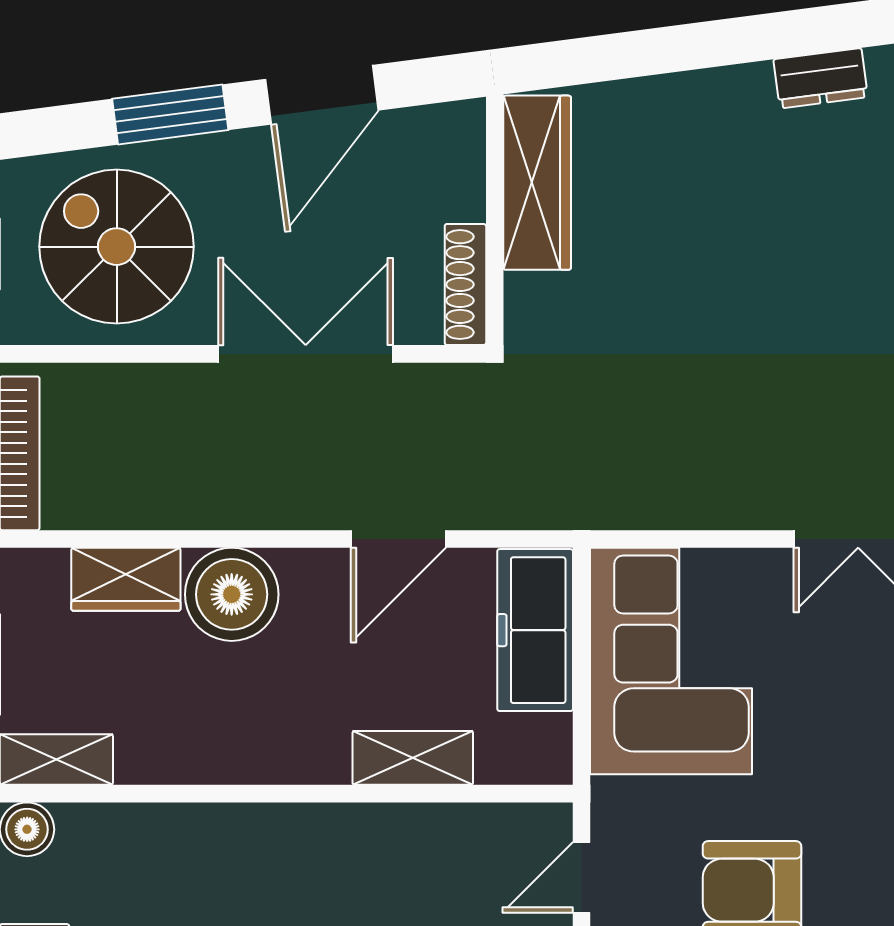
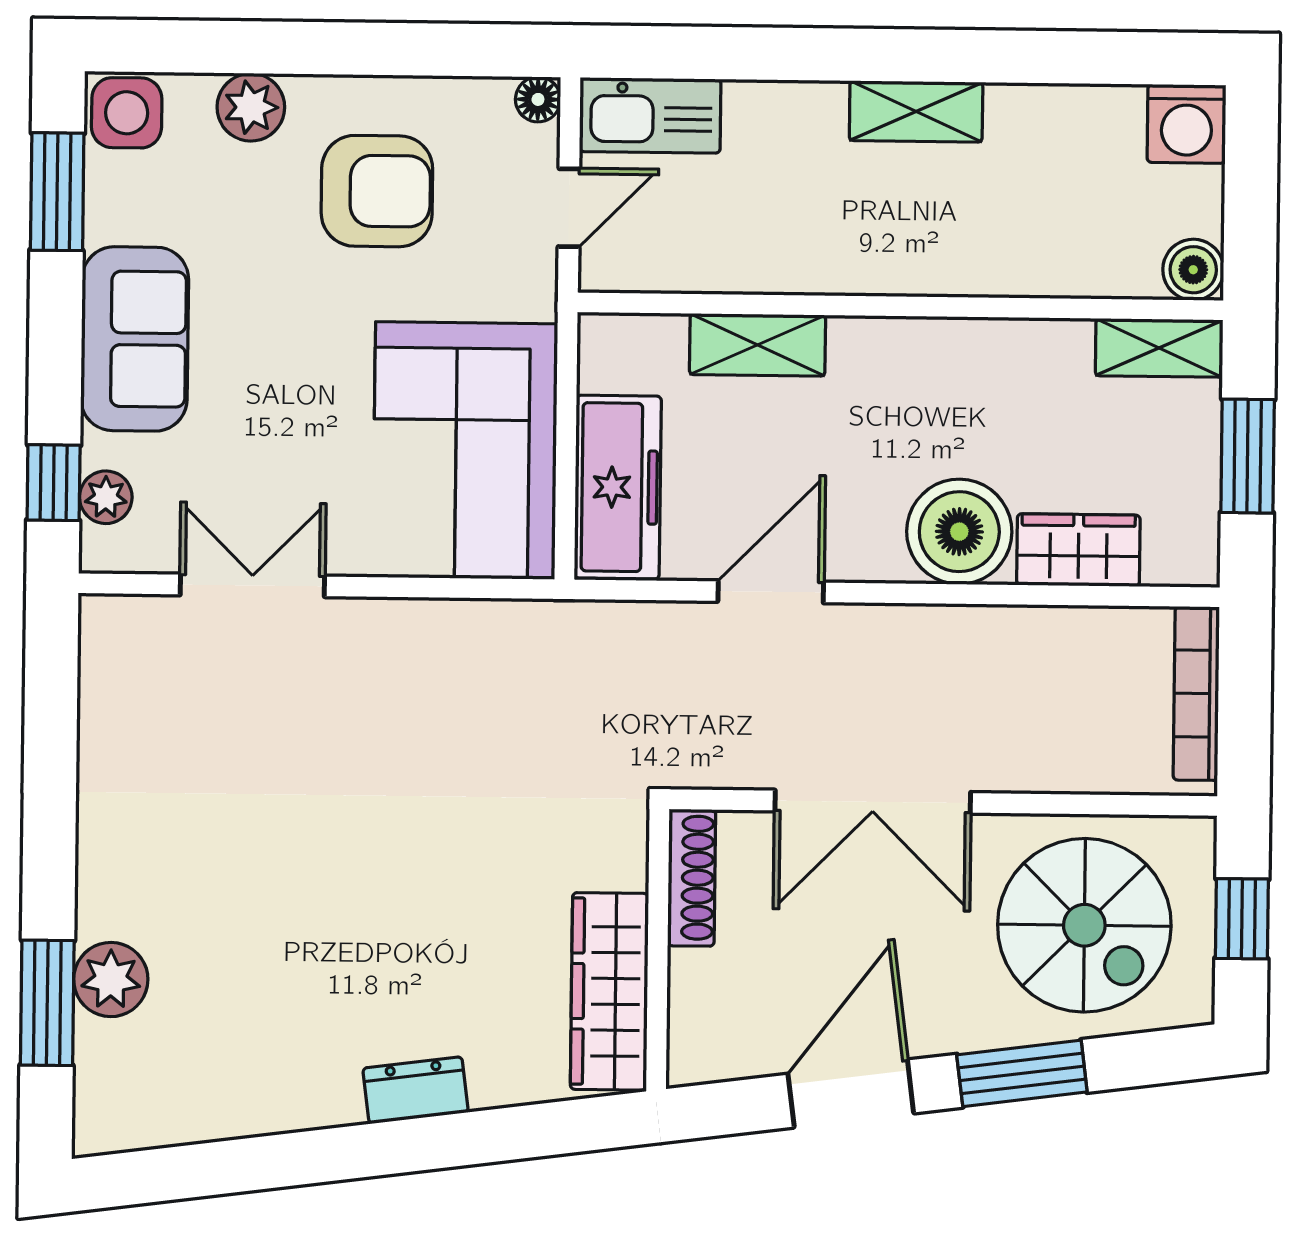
dresser: (821, 78) -> (416, 1090), moved

